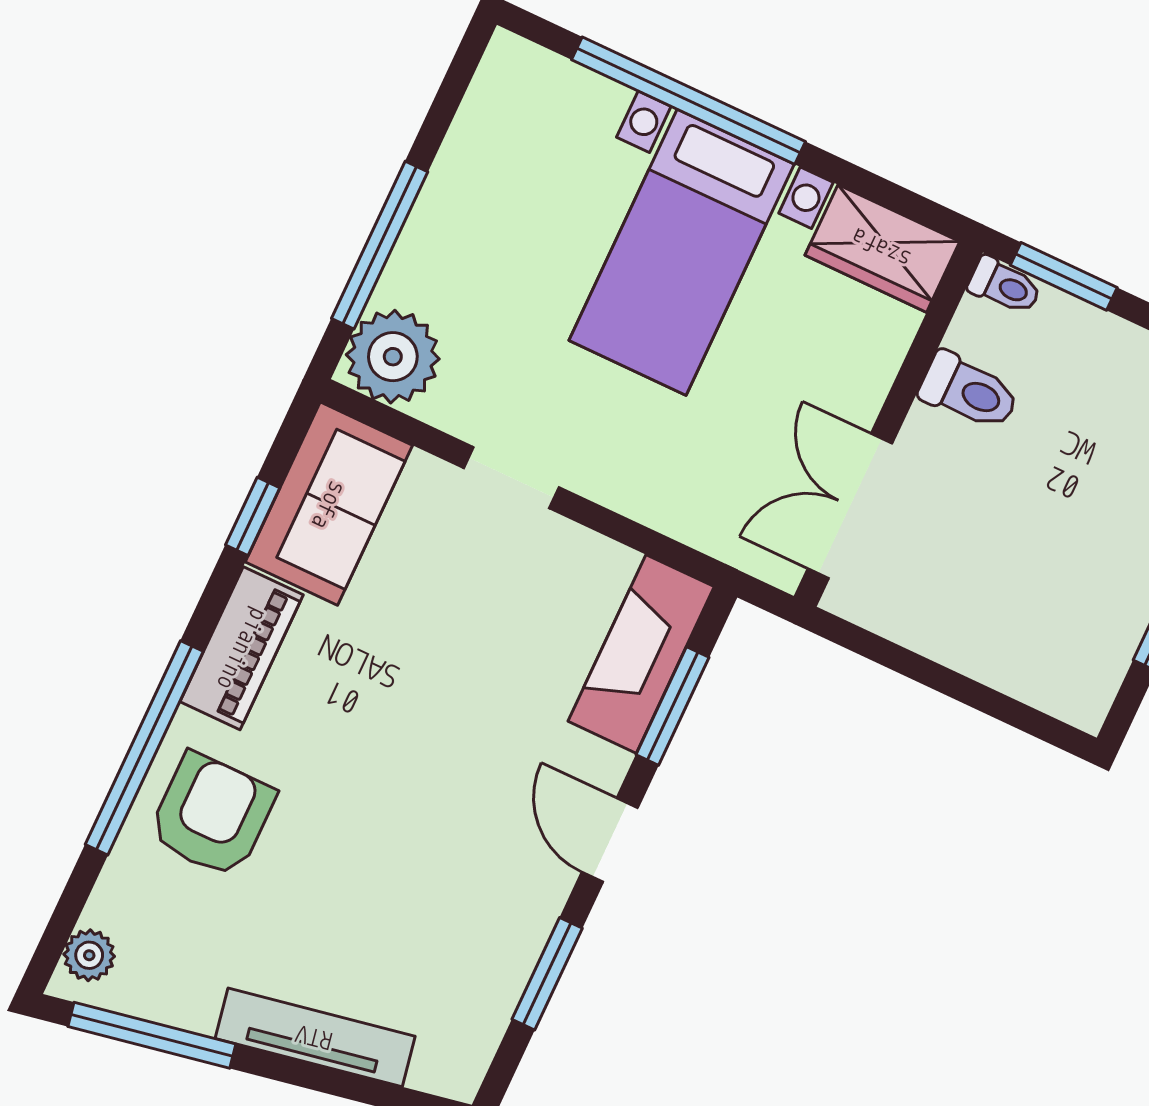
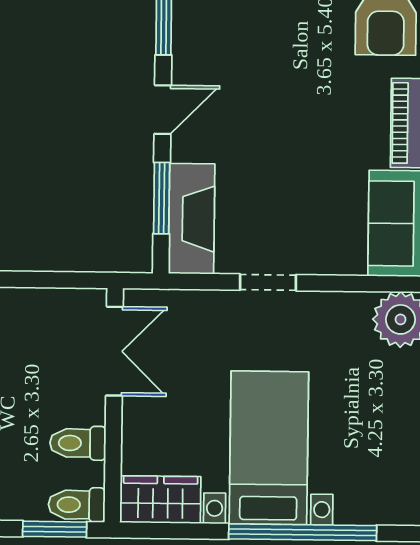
toilet: (1005, 286) -> (77, 505), width x1.37, depth x1.39
doorway: (511, 478) -> (268, 282), moved
door: (610, 840) -> (163, 110), hinge flipped

